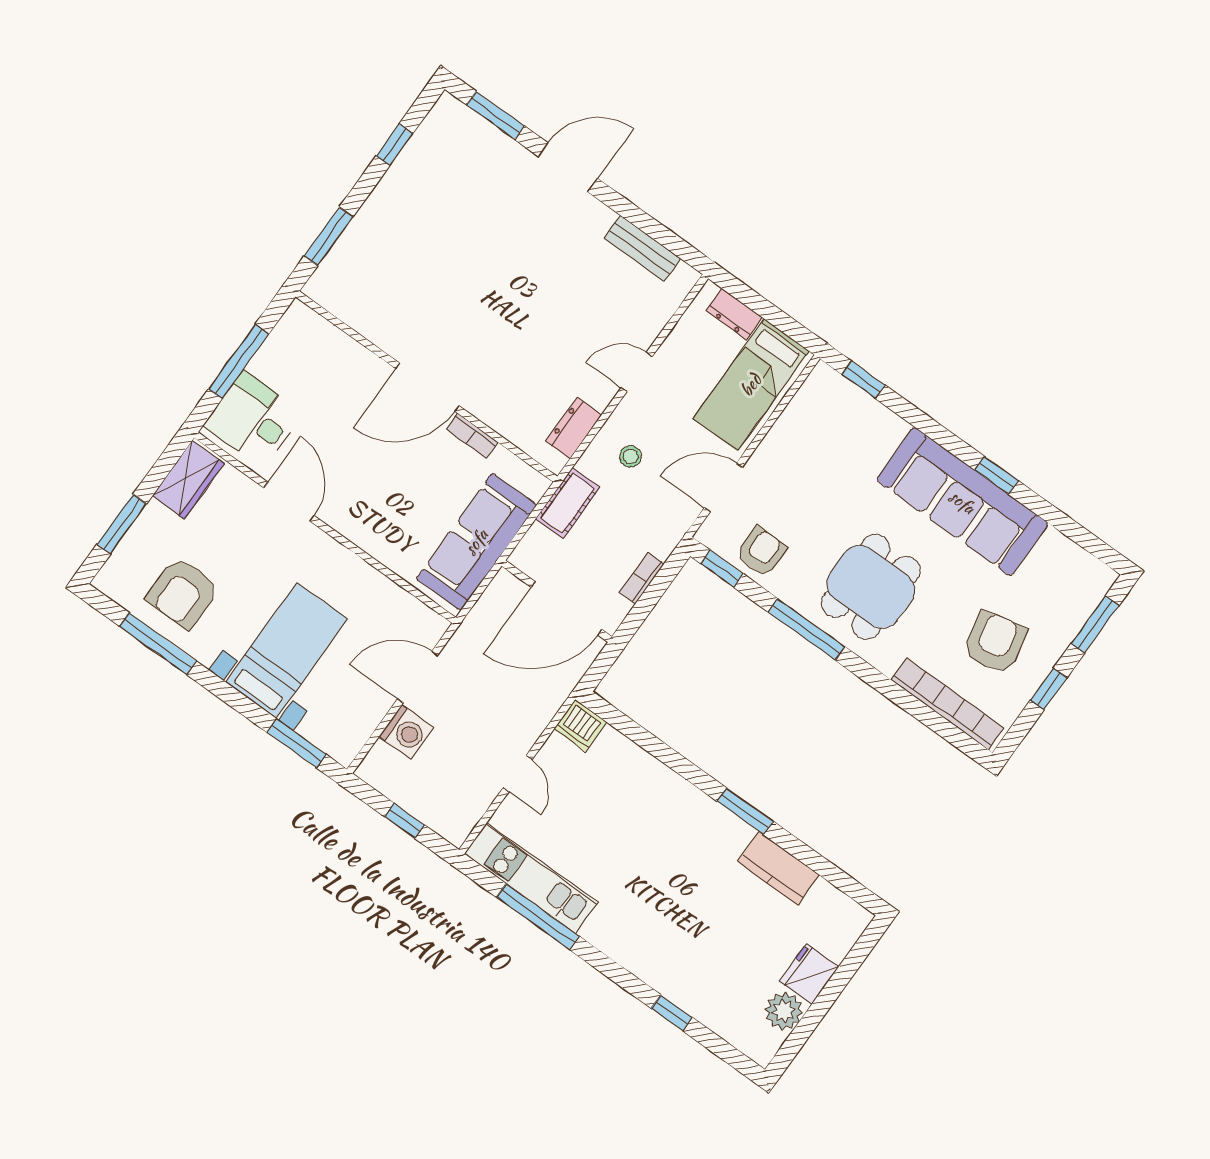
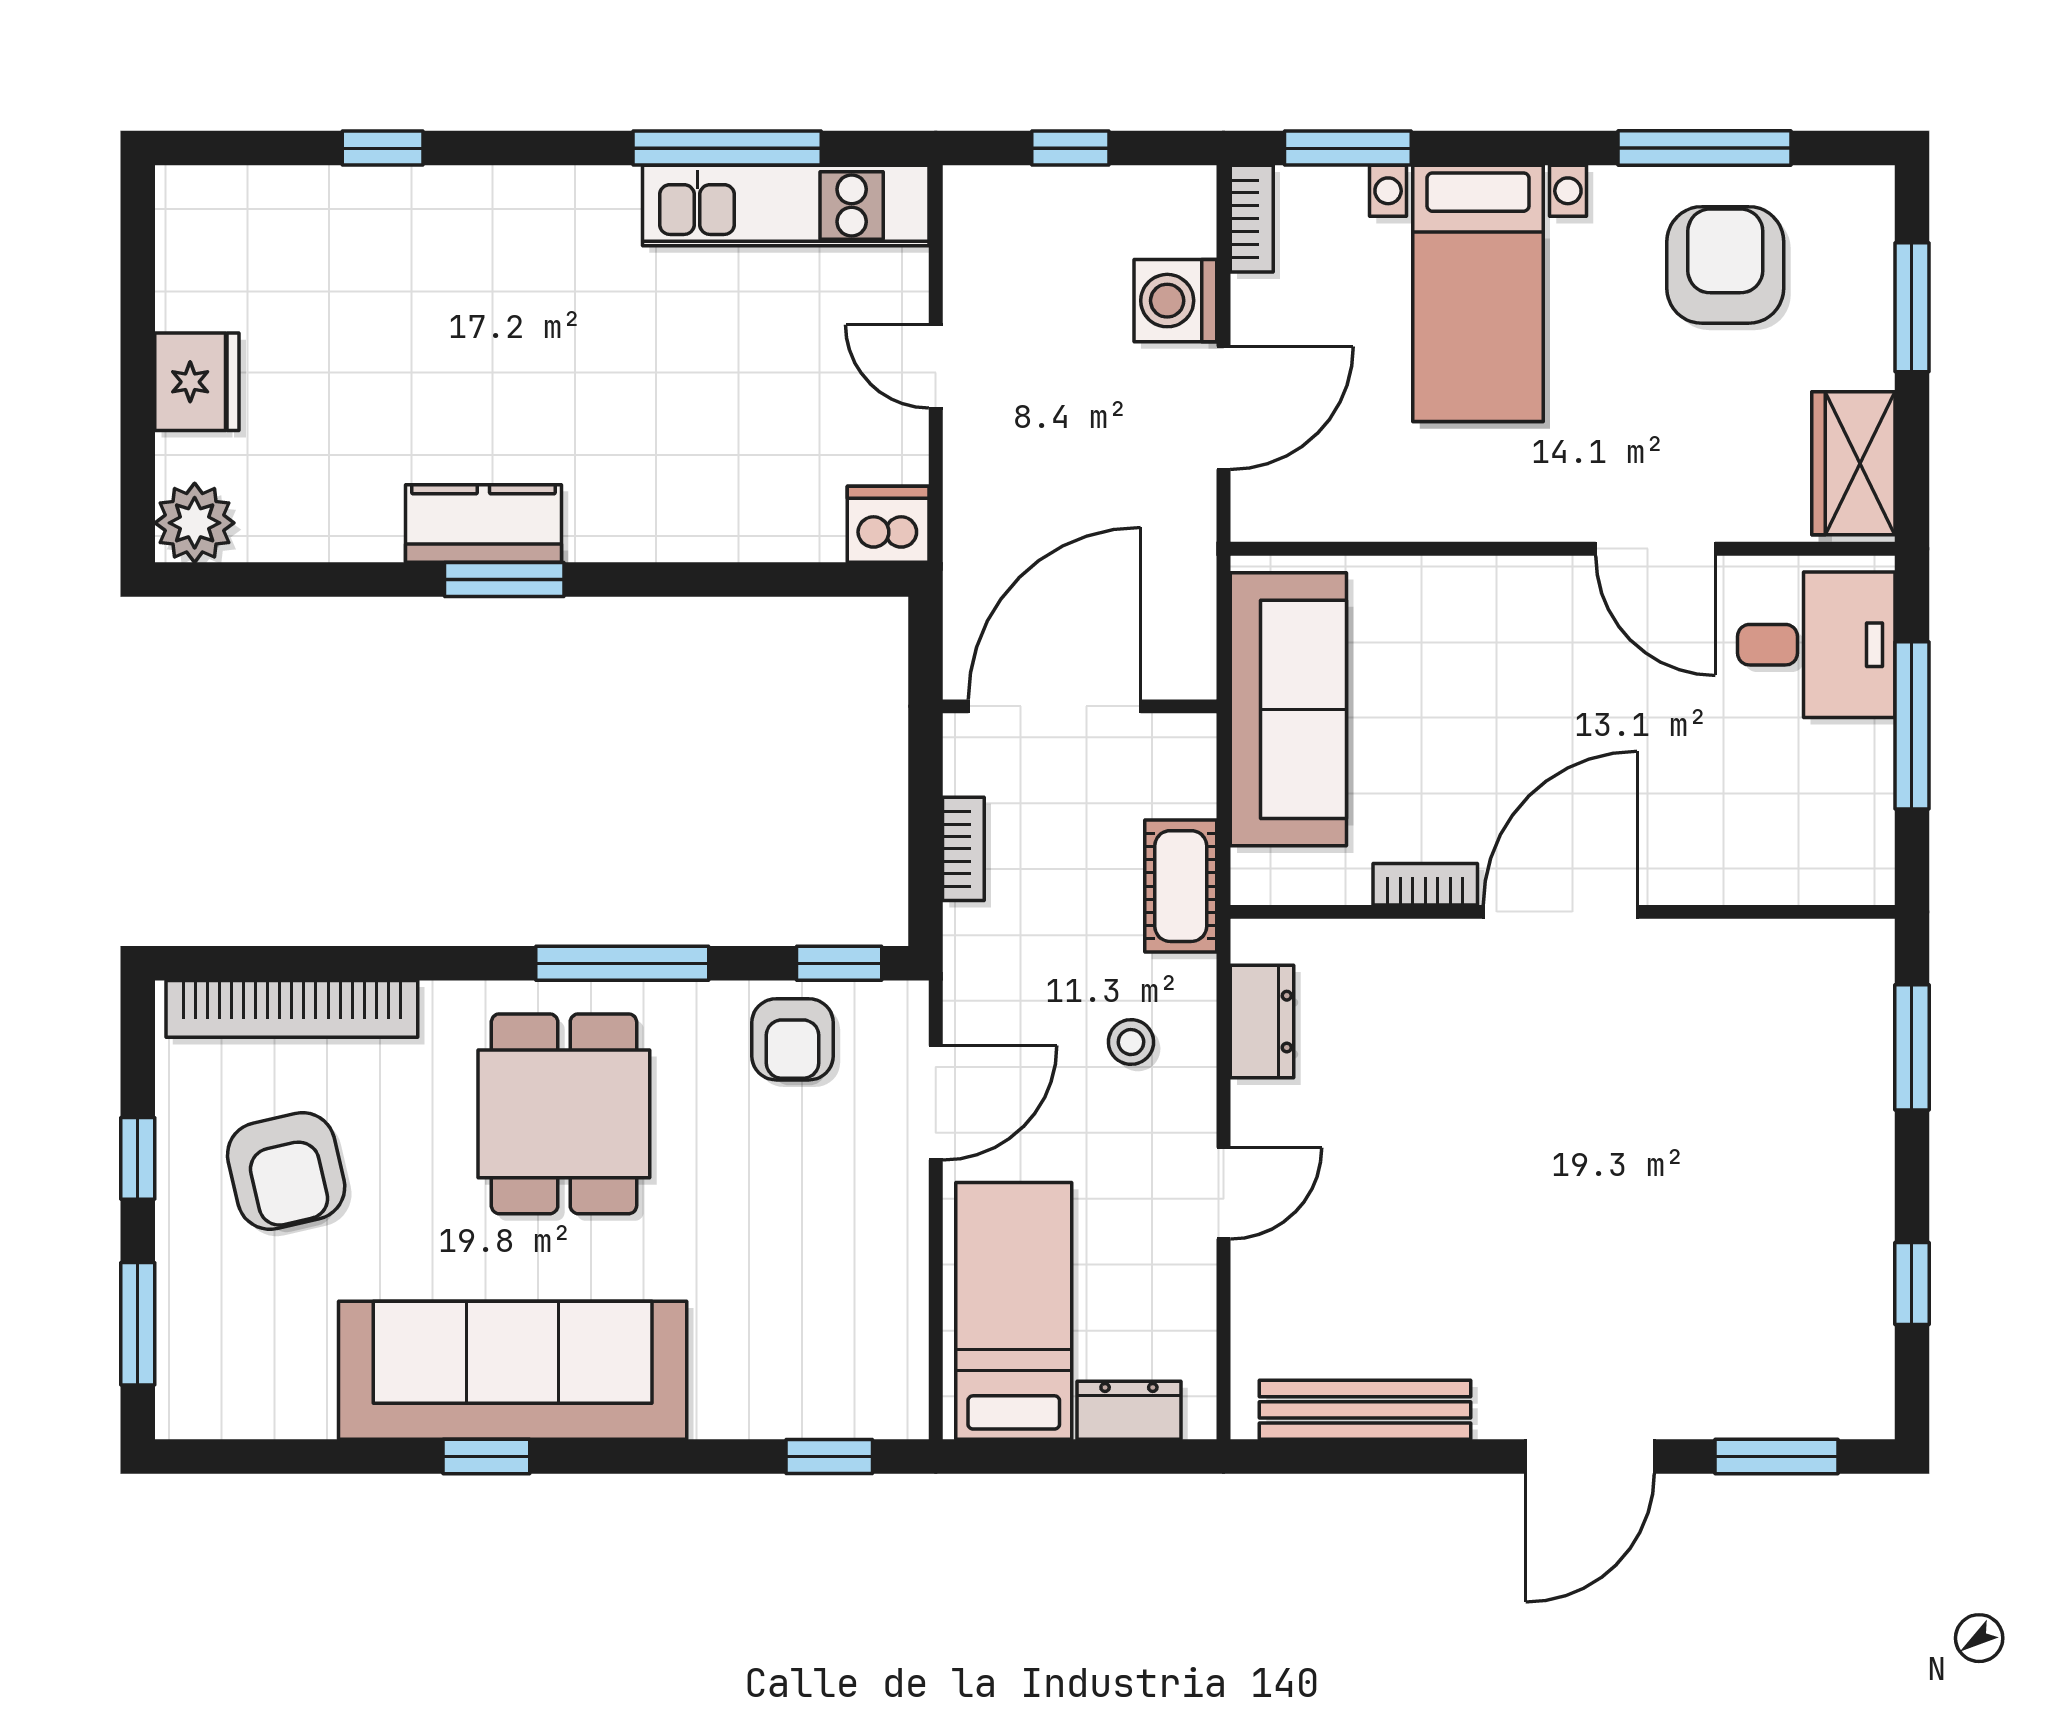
bench: (642, 248) -> (1365, 1410), width x1.36
bookcase: (354, 743) -> (1252, 219), added
kitchen counter: (778, 868) -> (483, 524), moved
plant: (784, 1011) -> (195, 523), moved

